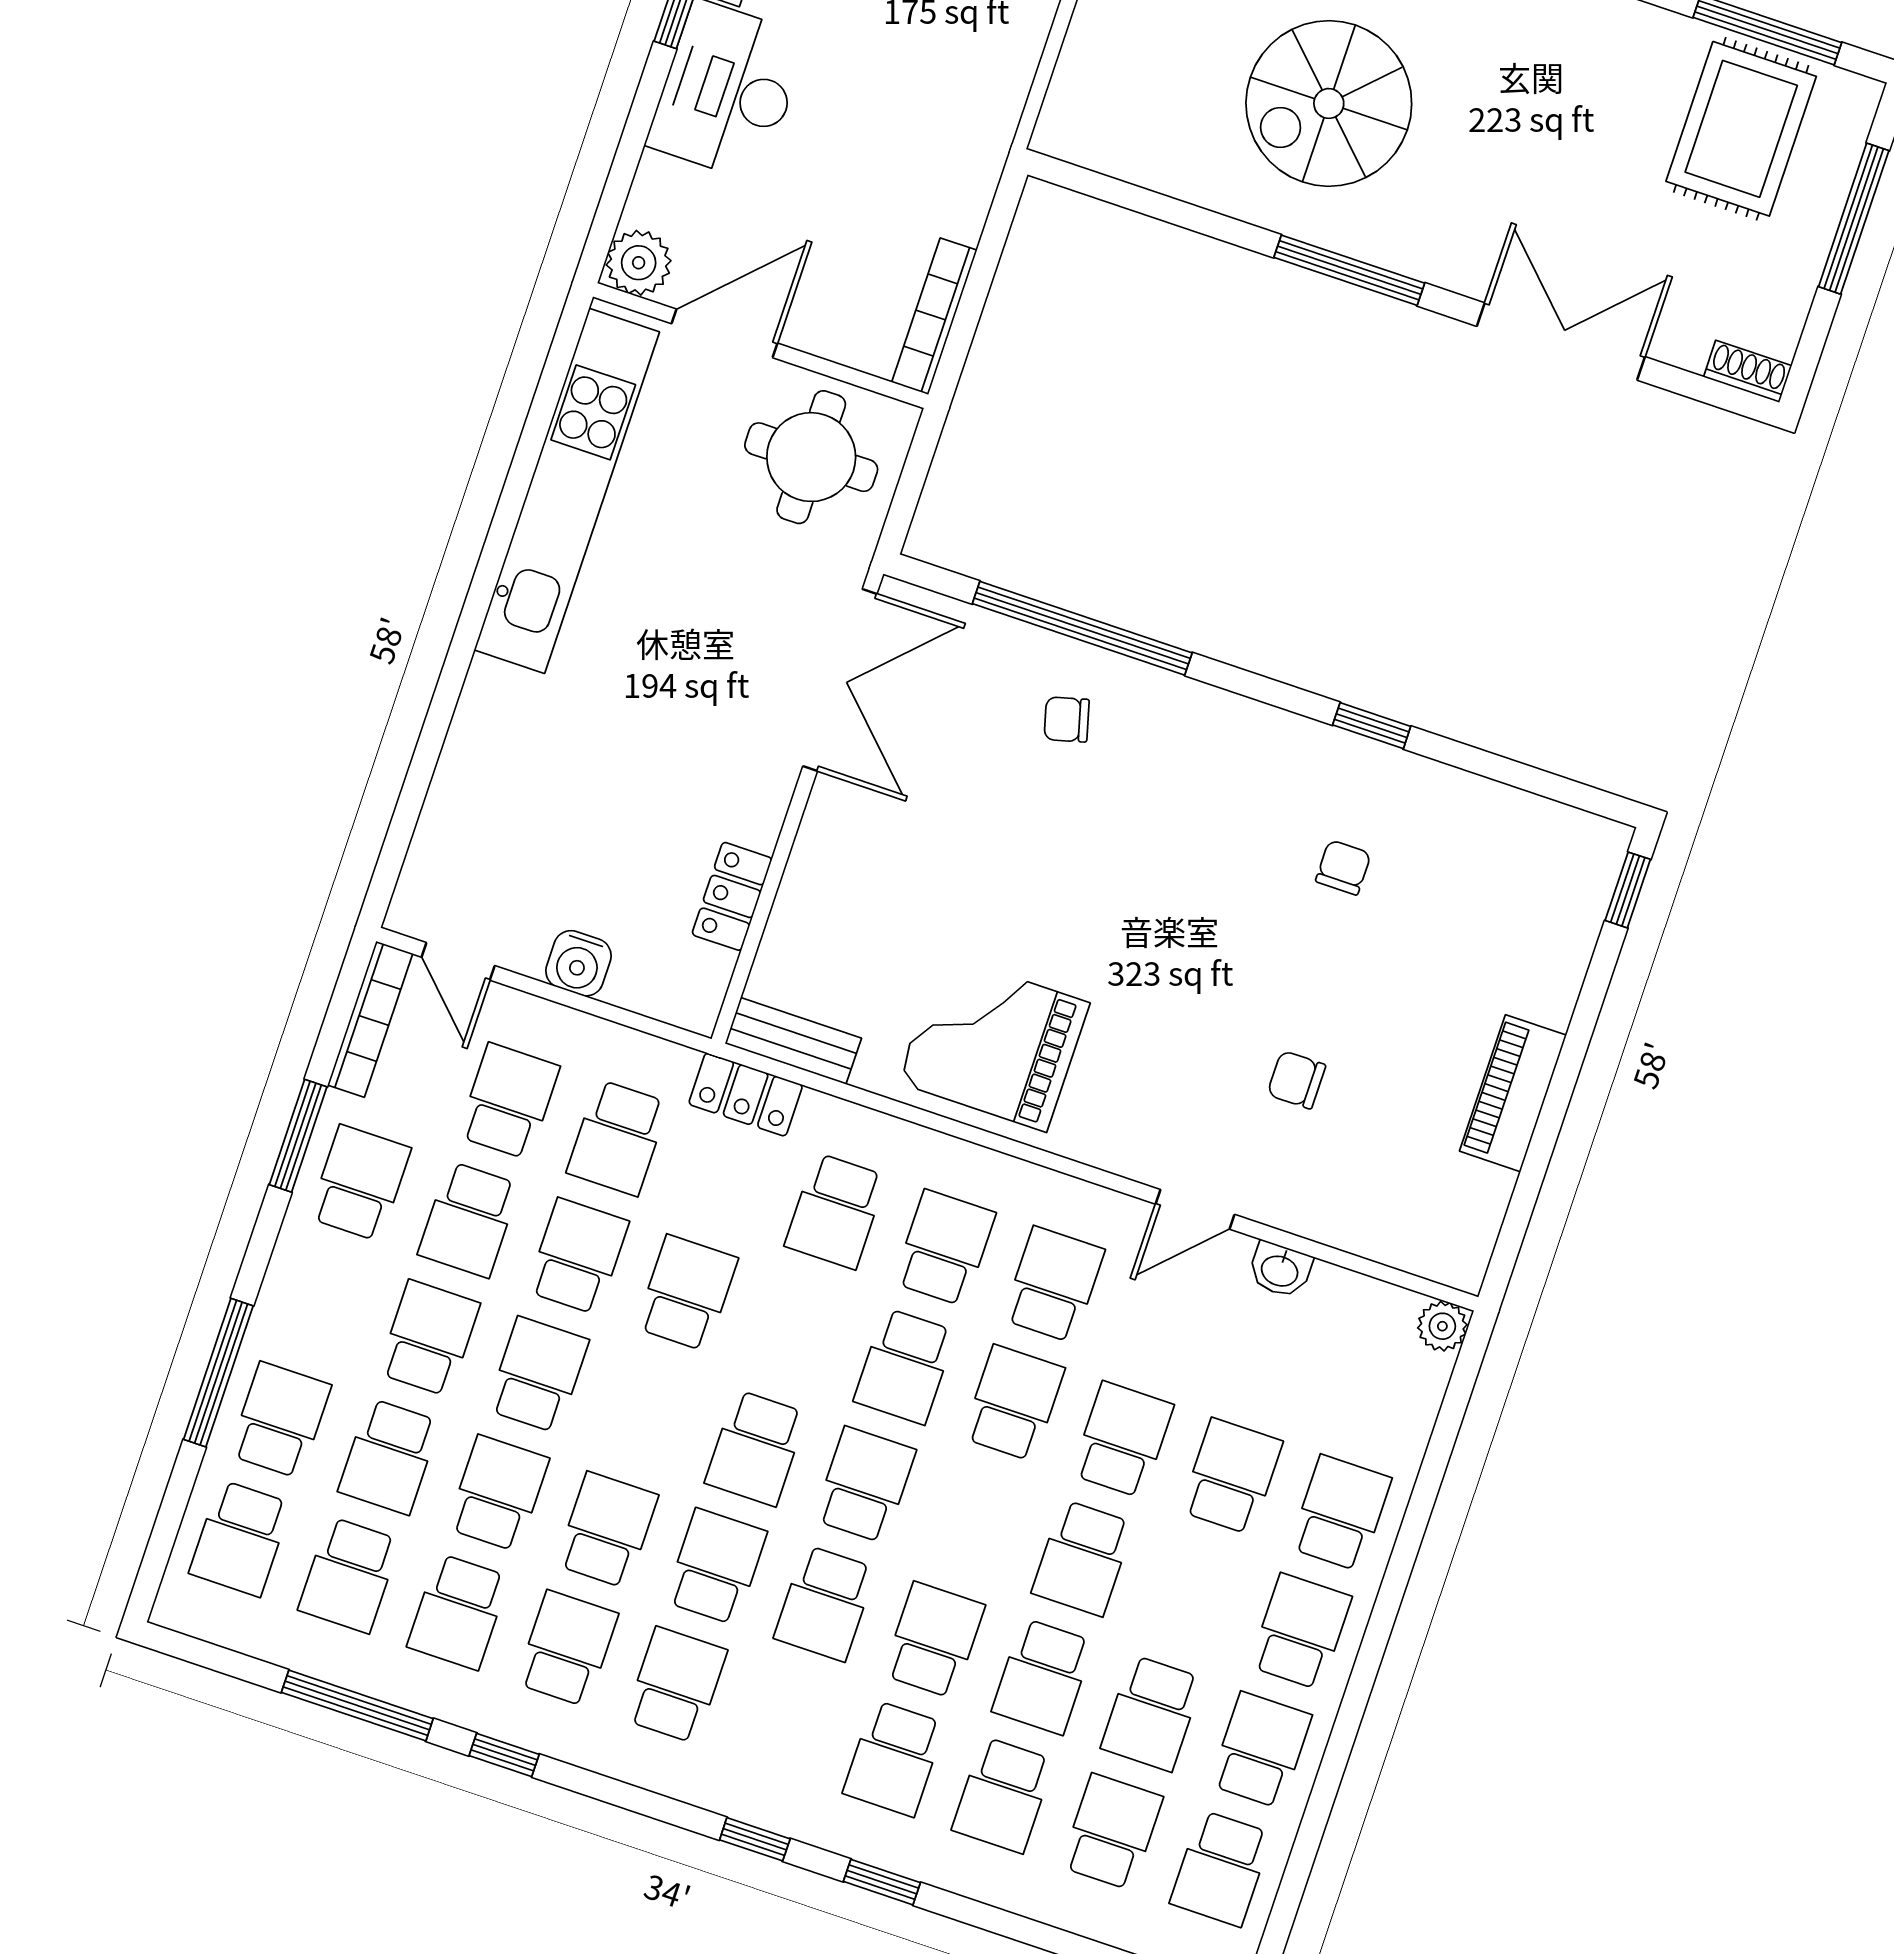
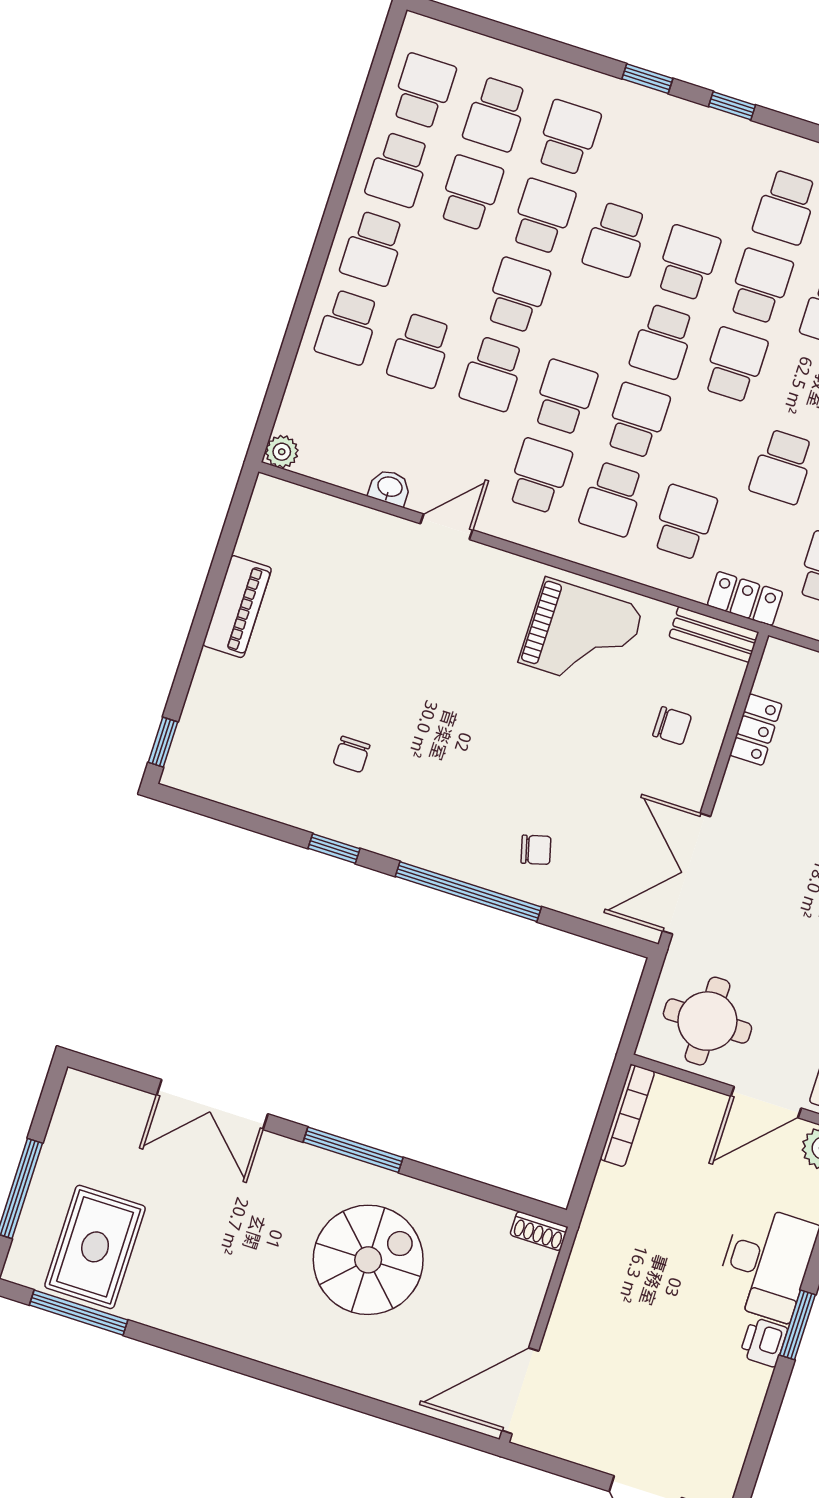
shoe rack: (1748, 371) -> (539, 1231), moved
window: (1082, 628) -> (468, 892), moved
chair: (1296, 1080) -> (672, 726), moved
school desk: (1053, 1284) -> (539, 476), turned 180
school desk: (1014, 1403) -> (565, 397), turned 180
school desk: (716, 1567) -> (760, 286), turned 180
school desk: (894, 1758) -> (641, 161), removed

